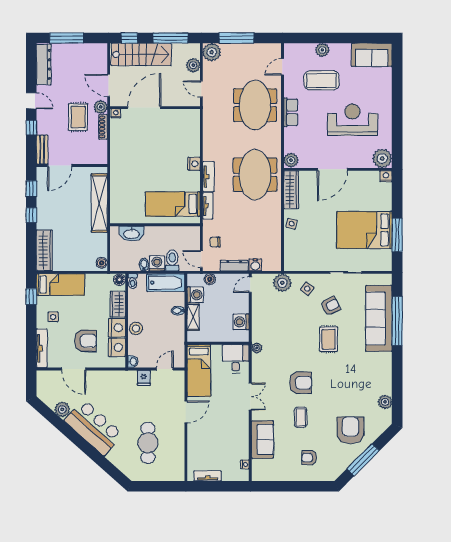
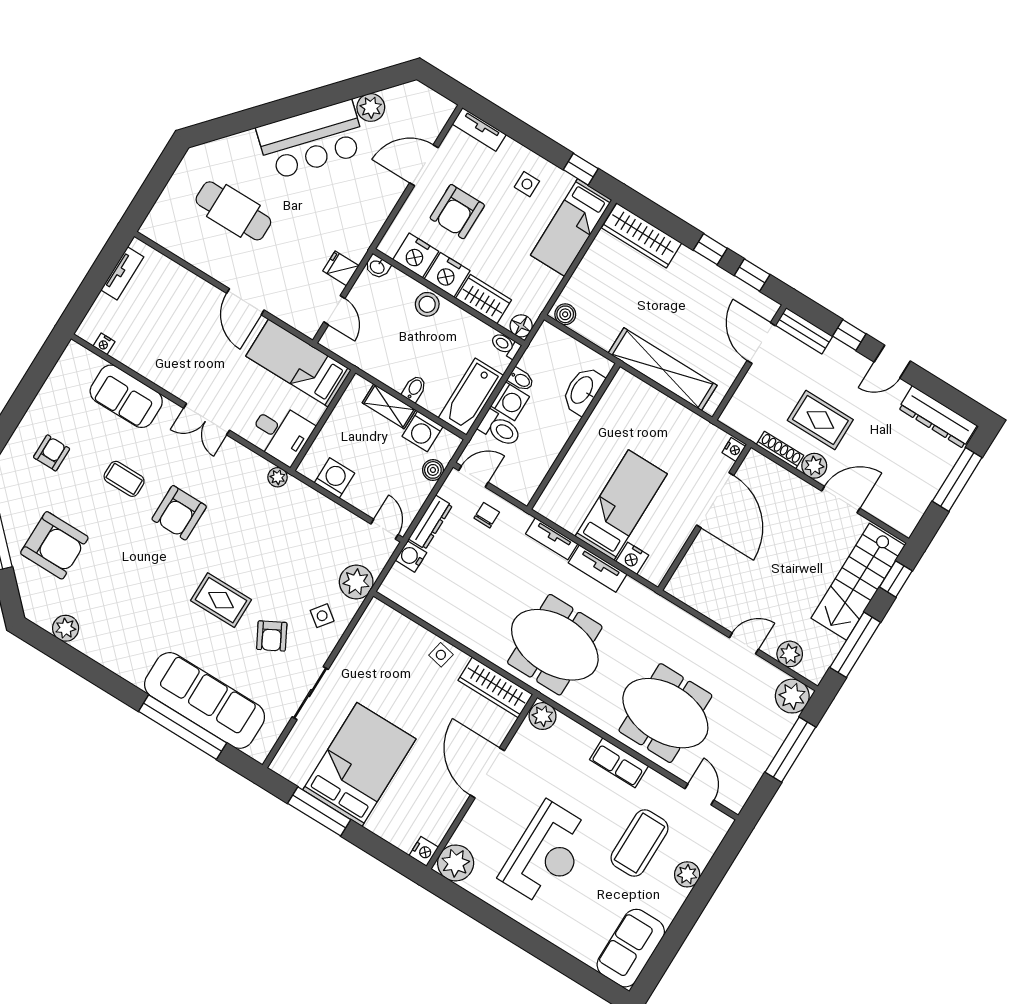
door: (144, 108) -> (715, 500), moved
wall: (155, 108) -> (705, 517), moved
nightstand: (116, 113) -> (734, 449), moved
bed: (173, 204) -> (621, 505), moved
tv unit: (42, 348) -> (479, 129), width x0.71

